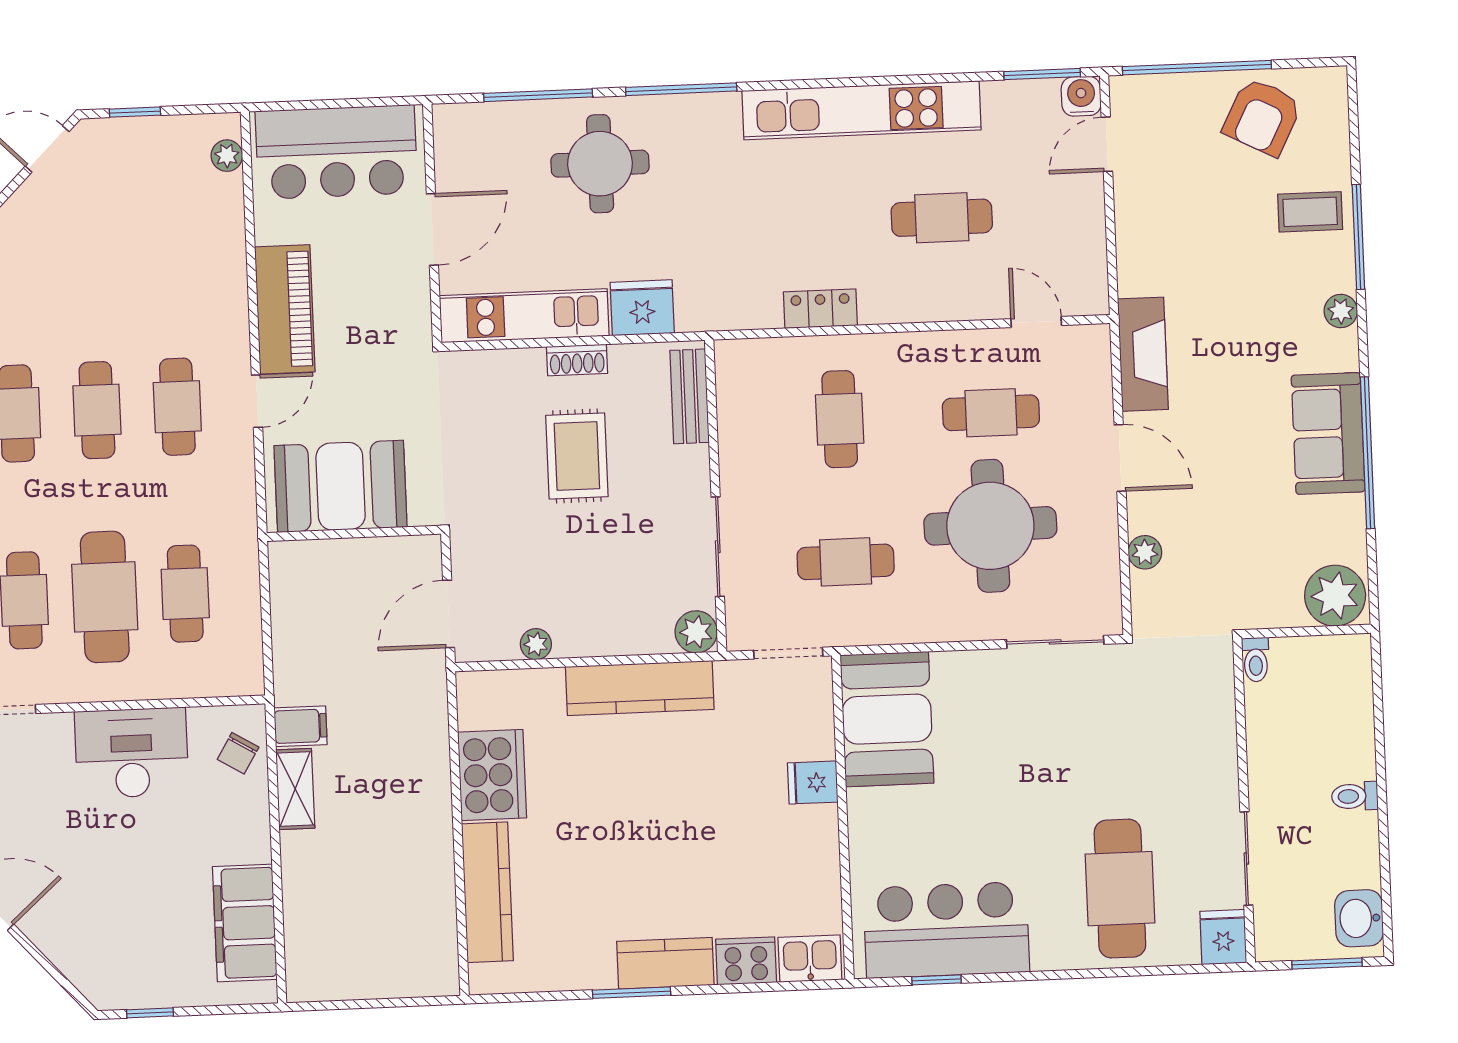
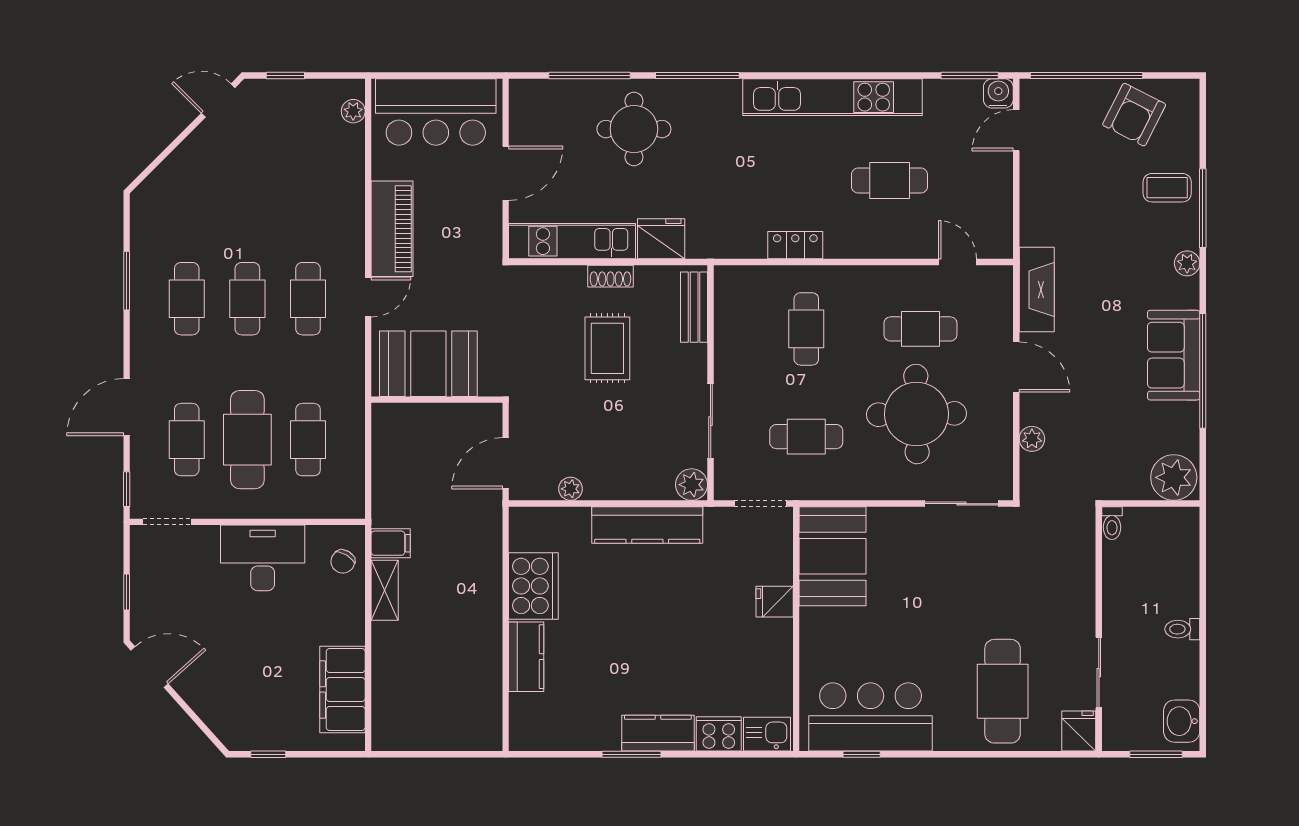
kitchen counter: (487, 892) -> (526, 657), width x0.67

